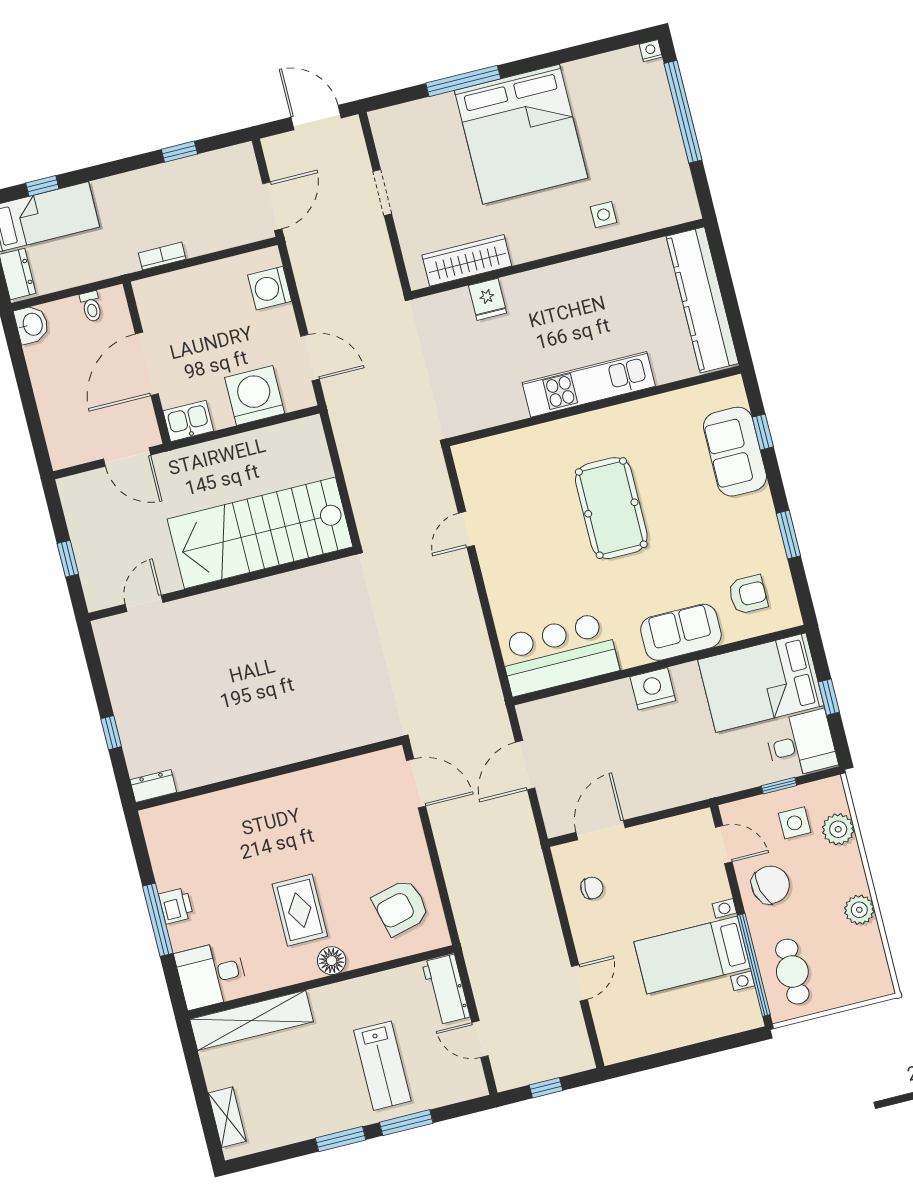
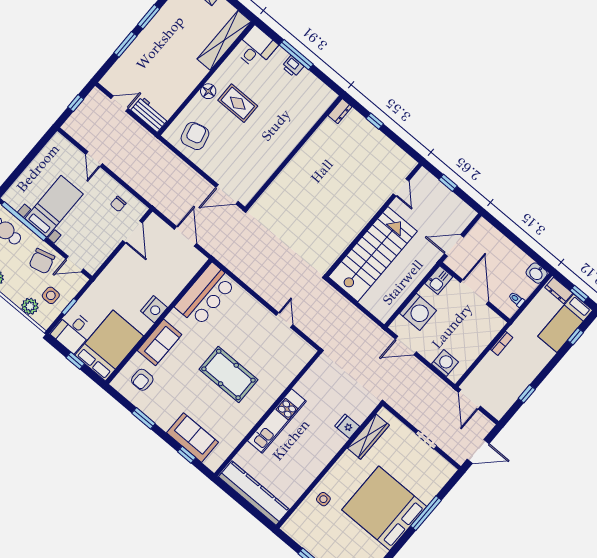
lab bench: (382, 1066) -> (153, 62), removed

